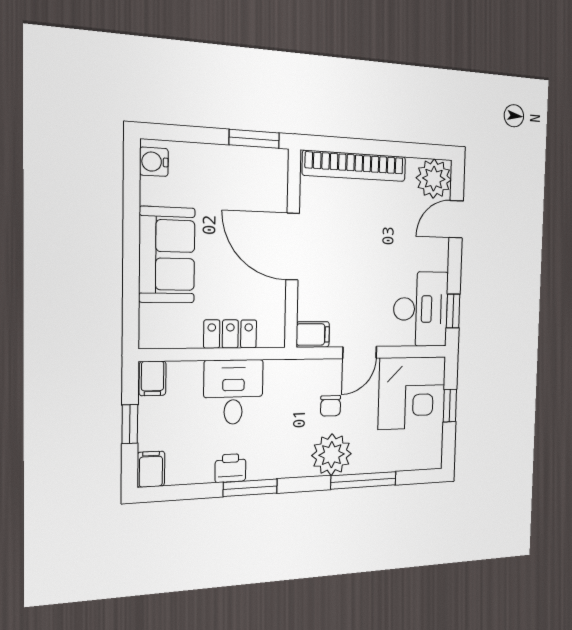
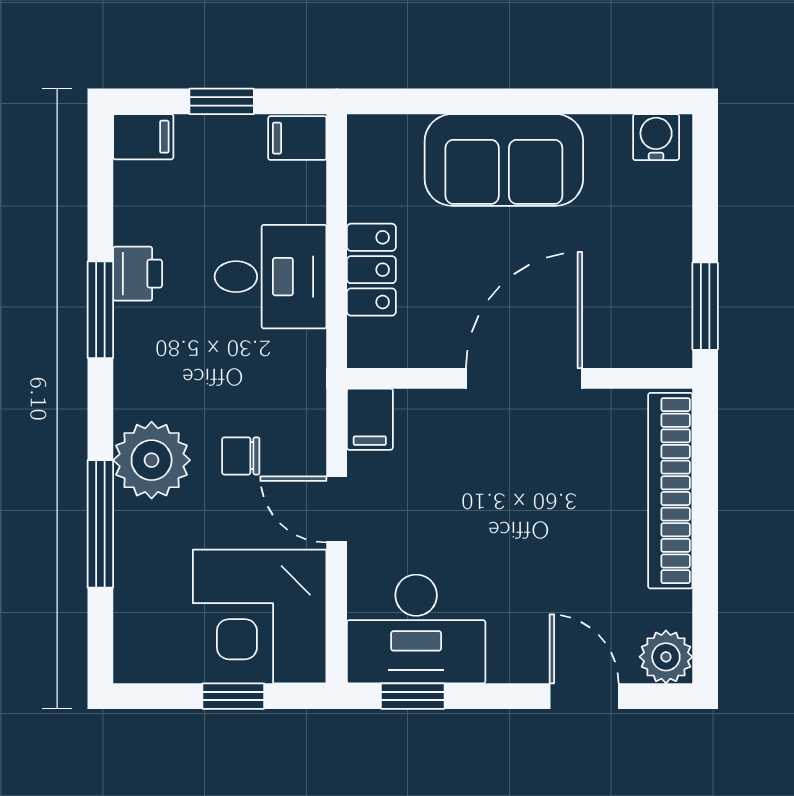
plant: (434, 179) -> (666, 657), width x0.73, depth x0.73

